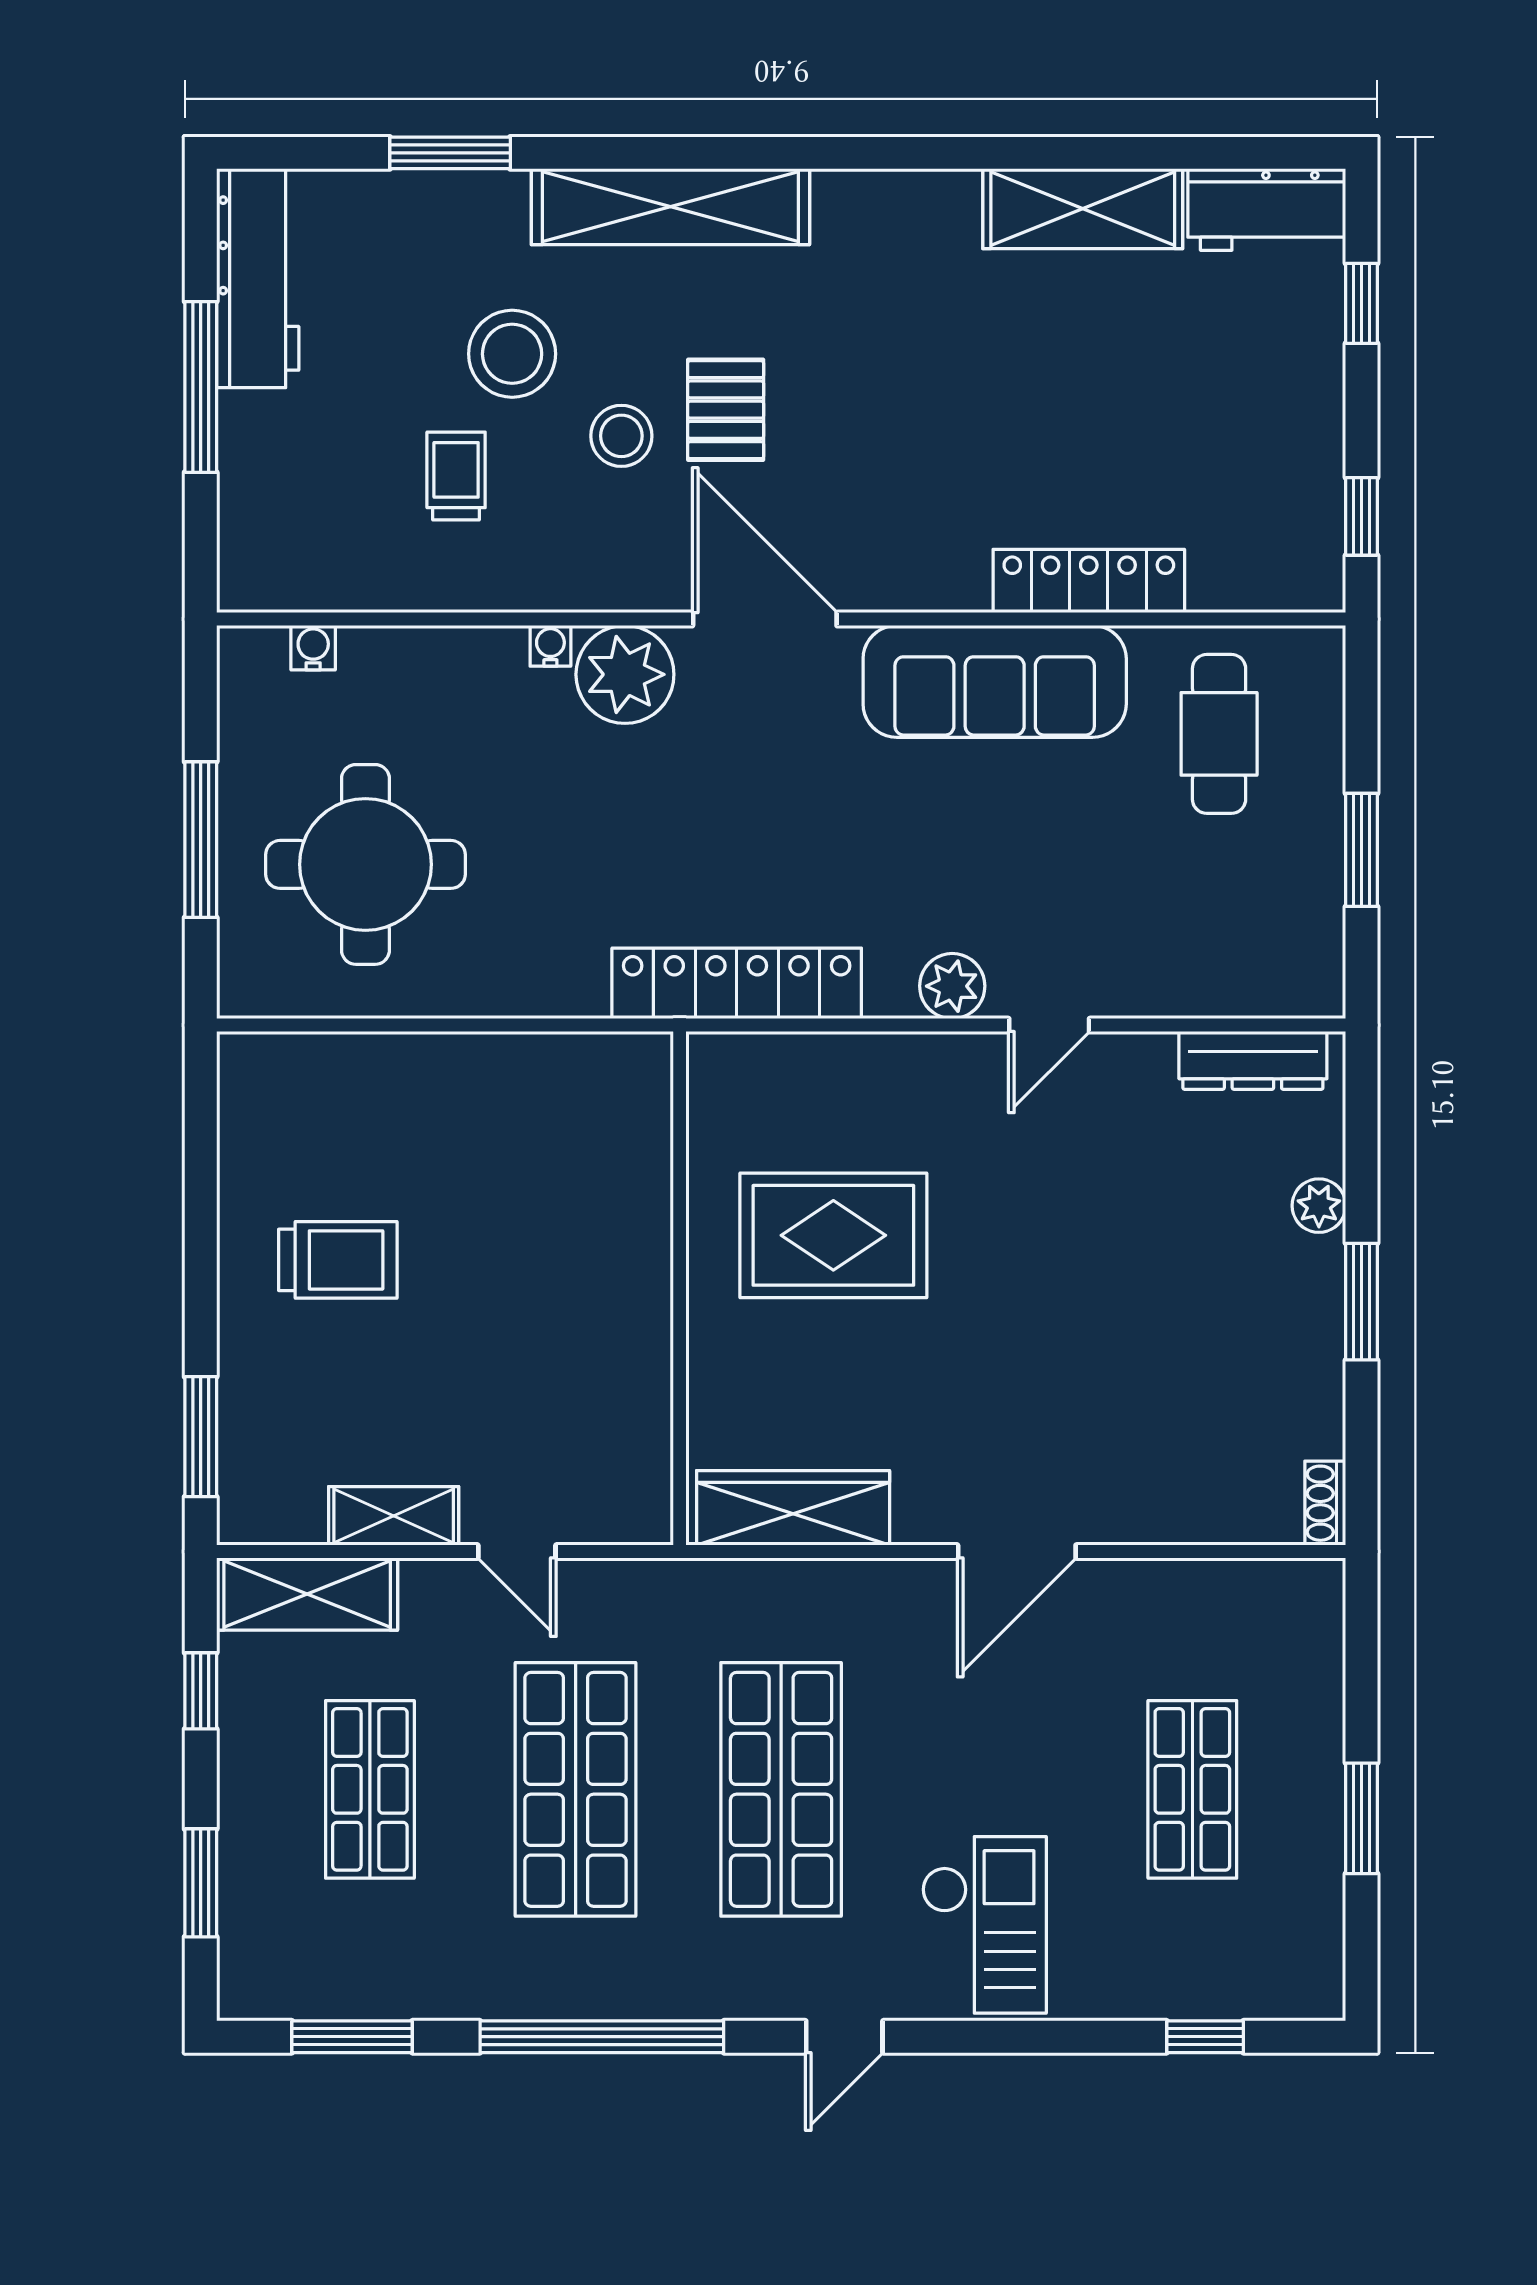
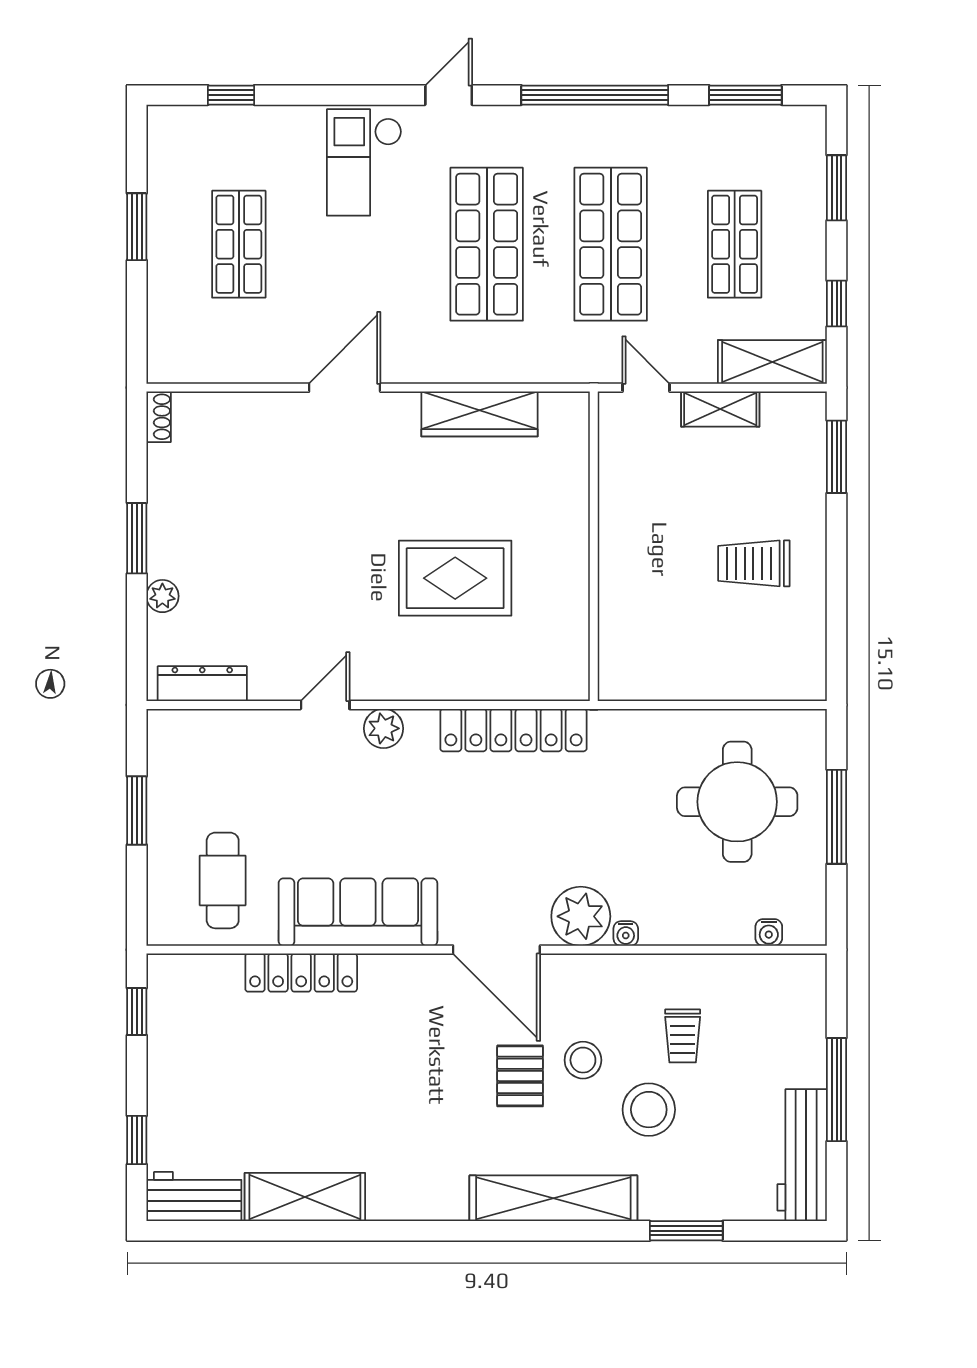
wall: (680, 1288) -> (594, 546), moved

